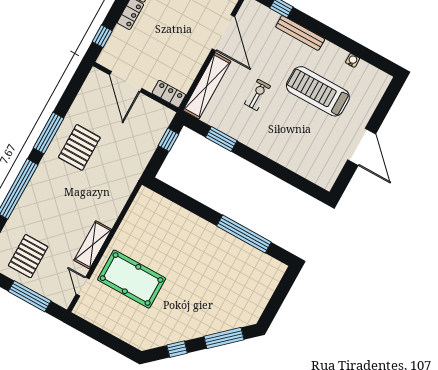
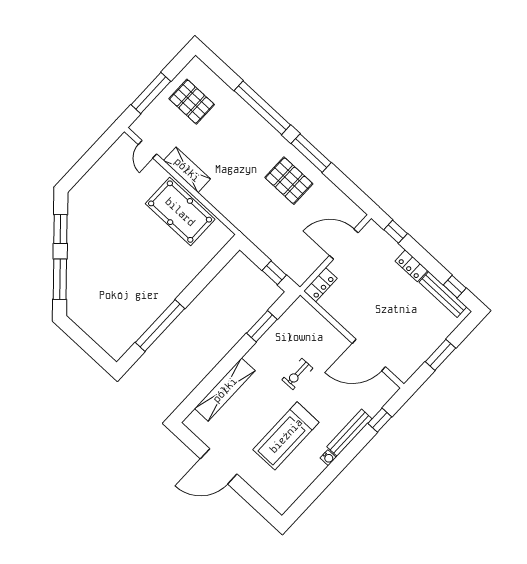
water cooler: (353, 60) -> (328, 458), moved
shelving: (207, 86) -> (225, 390), moved, turned 90
treadmill: (318, 91) -> (286, 436), turned 180
exercise bike: (257, 95) -> (297, 374), turned 90
pool table: (132, 279) -> (180, 212), moved, turned 90
door: (83, 286) -> (147, 149), swing flipped
window: (177, 349) -> (60, 229), width x1.50

